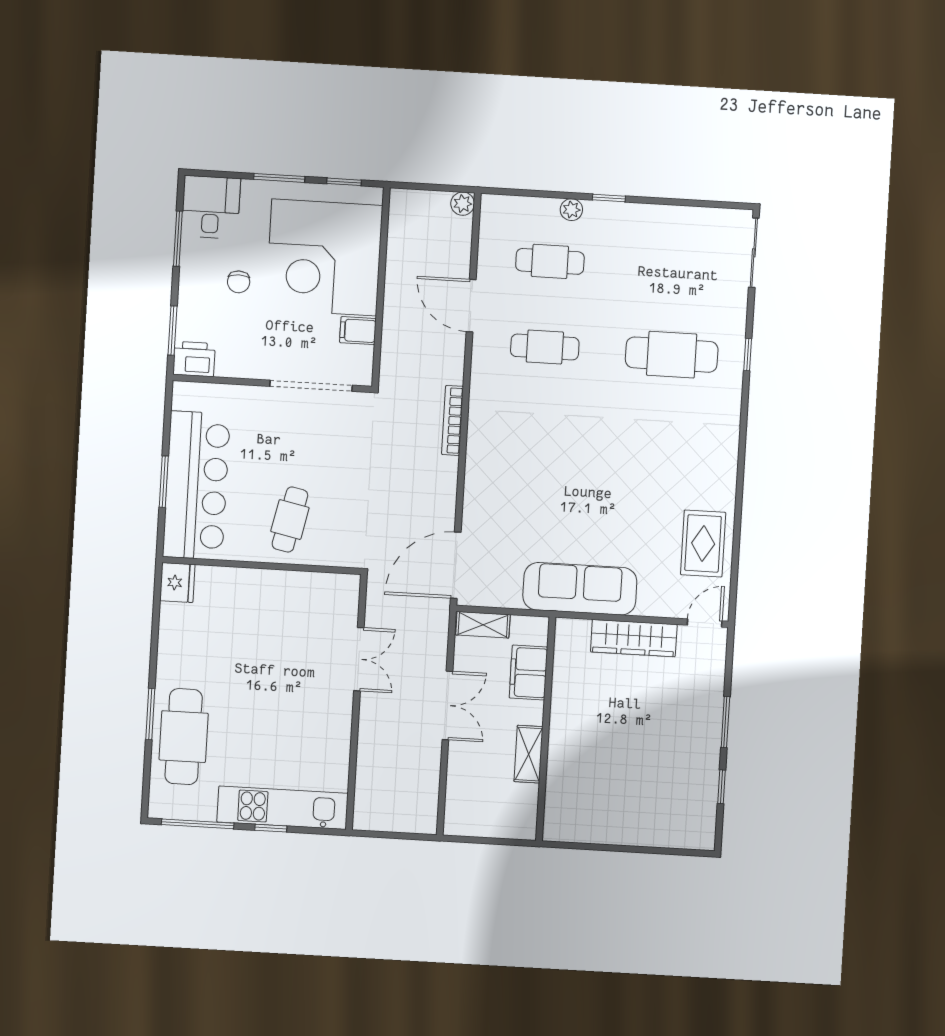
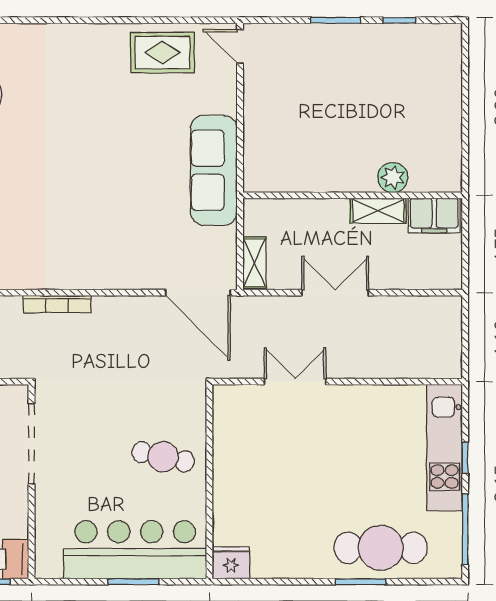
wardrobe: (634, 638) -> (259, 115), removed
filing cabinet: (528, 673) -> (434, 215), moved
plant: (562, 771) -> (393, 177), added

